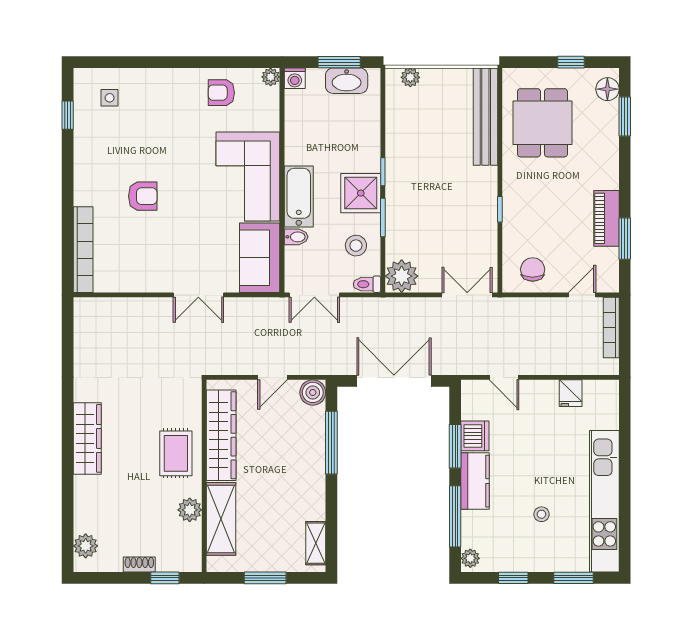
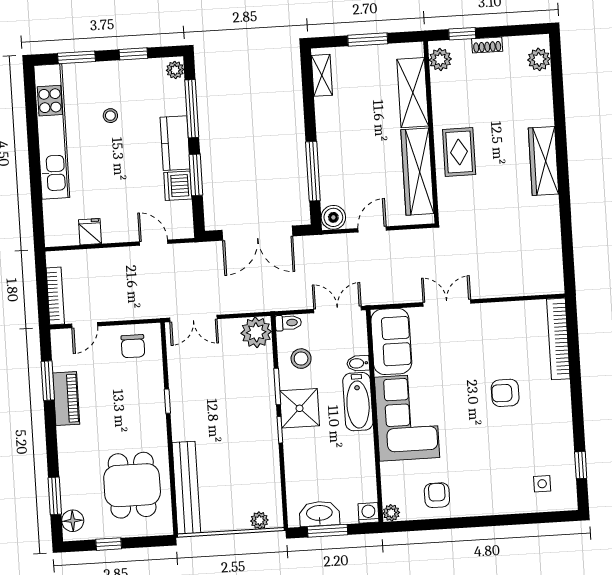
armchair: (221, 93) -> (437, 495), turned -90
plant: (190, 510) -> (440, 59), moved

